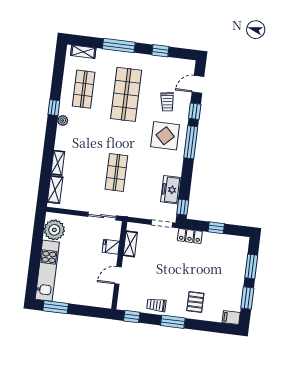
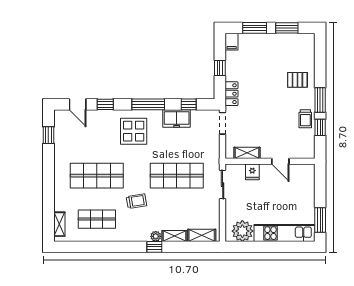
window: (119, 46) -> (48, 189), removed
window: (160, 51) -> (48, 135), moved
trolley: (167, 102) -> (136, 201), moved
window: (54, 108) -> (154, 247), moved
plant: (63, 120) -> (156, 236), moved
window: (191, 142) -> (148, 104), moved
shop shelf: (116, 173) -> (177, 176), width x1.43, depth x1.36
freezer: (171, 190) -> (177, 119), moved
window: (183, 207) -> (189, 104), moved
window: (132, 317) -> (320, 127), moved
filing cabinet: (231, 317) -> (232, 42), moved

